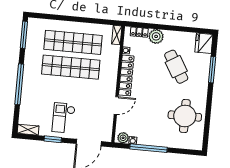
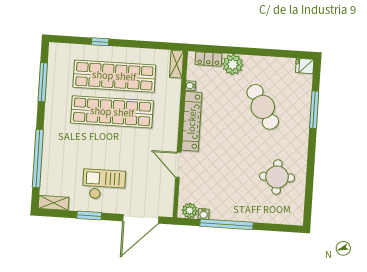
window: (64, 18) -> (100, 42), added
window: (24, 35) -> (43, 82), moved
fridge: (204, 43) -> (305, 66), width x0.53, depth x0.75
window: (19, 84) -> (38, 158), moved
door: (116, 105) -> (178, 165), swing flipped
round table: (185, 116) -> (277, 177), width x0.73, depth x0.73
checkout: (64, 118) -> (104, 185), turned 90

